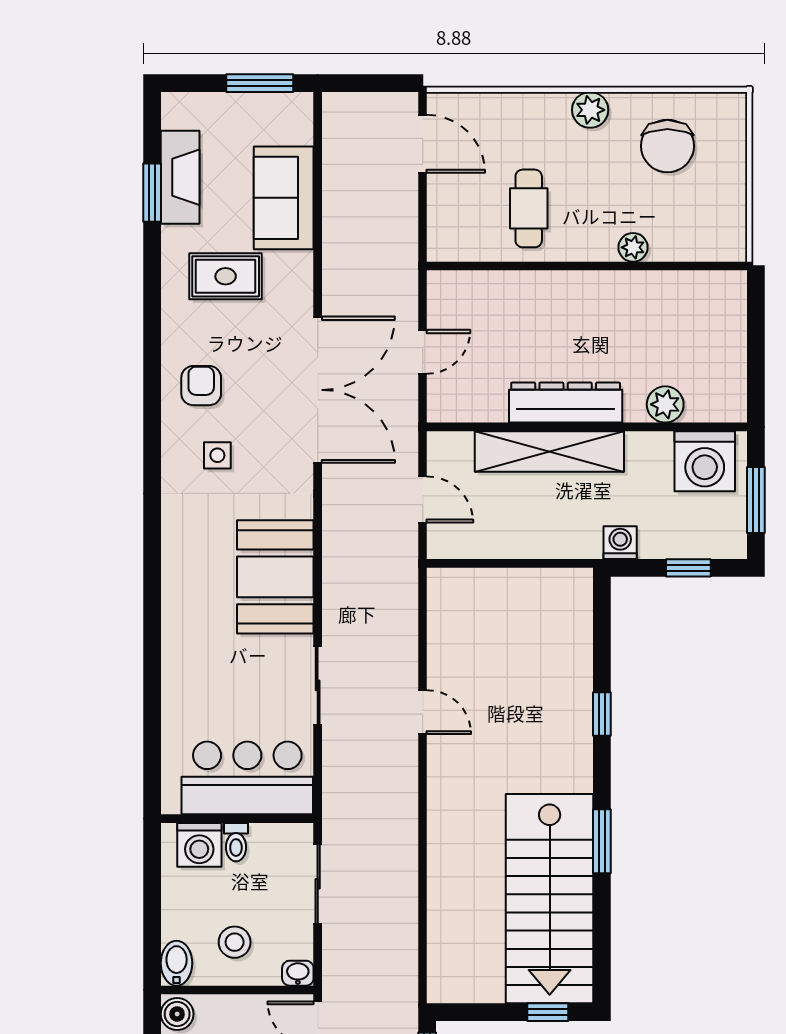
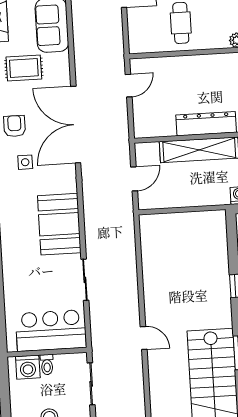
door: (423, 352) -> (129, 86), moved
double door: (318, 390) -> (76, 125), swing flipped
door: (423, 499) -> (134, 179), hinge flipped
door: (423, 712) -> (144, 338), moved

